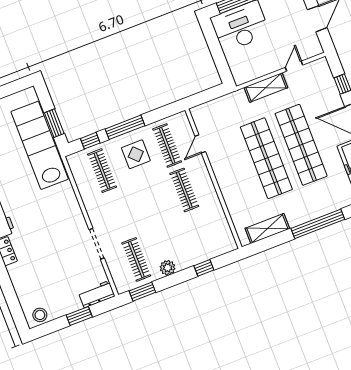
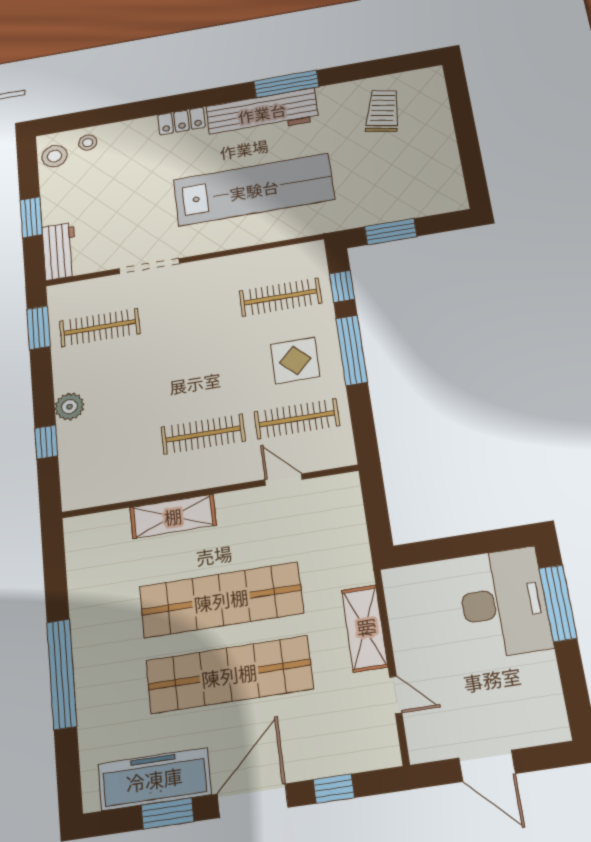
lab bench: (40, 145) -> (254, 190), moved
shelving: (267, 229) -> (173, 516), moved, turned 90
plant: (168, 268) -> (69, 407), moved
stool: (28, 299) -> (88, 143), added

